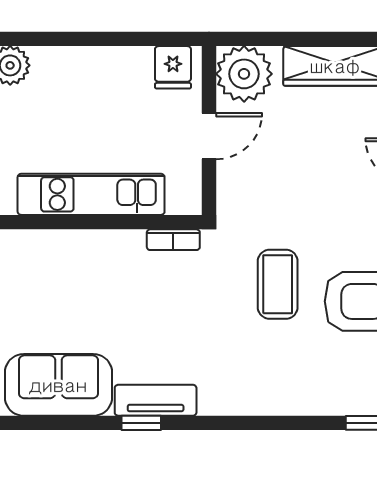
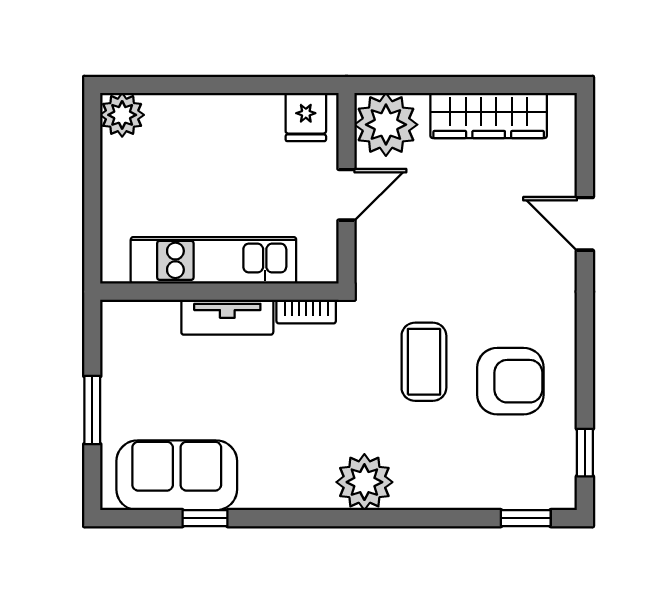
plant: (225, 391) -> (364, 482), added
tv unit: (156, 400) -> (227, 317), moved, turned 180
window: (141, 423) -> (205, 518), moved

